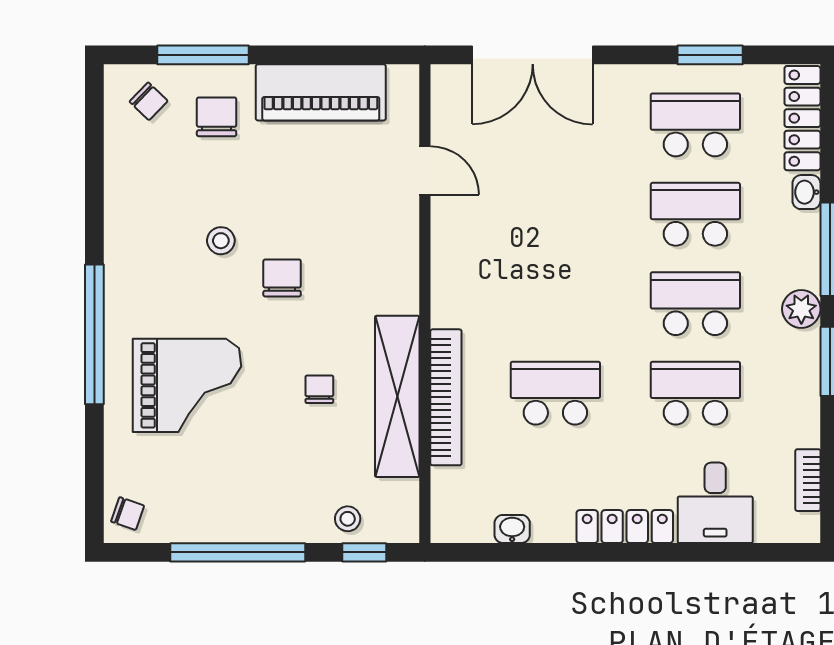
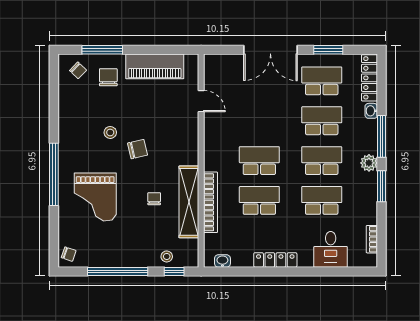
double door: (533, 55) -> (270, 50), moved
chair: (282, 278) -> (137, 149), turned 77
school desk: (555, 304) -> (259, 161), added
grand piano: (187, 385) -> (95, 197), turned 90
locker: (625, 527) -> (275, 260), moved
washbasin: (512, 529) -> (222, 261), moved

